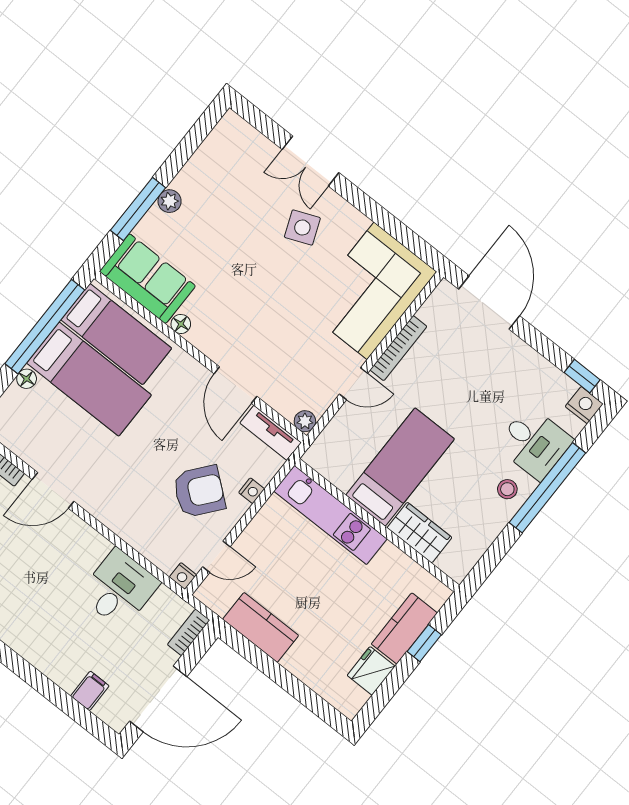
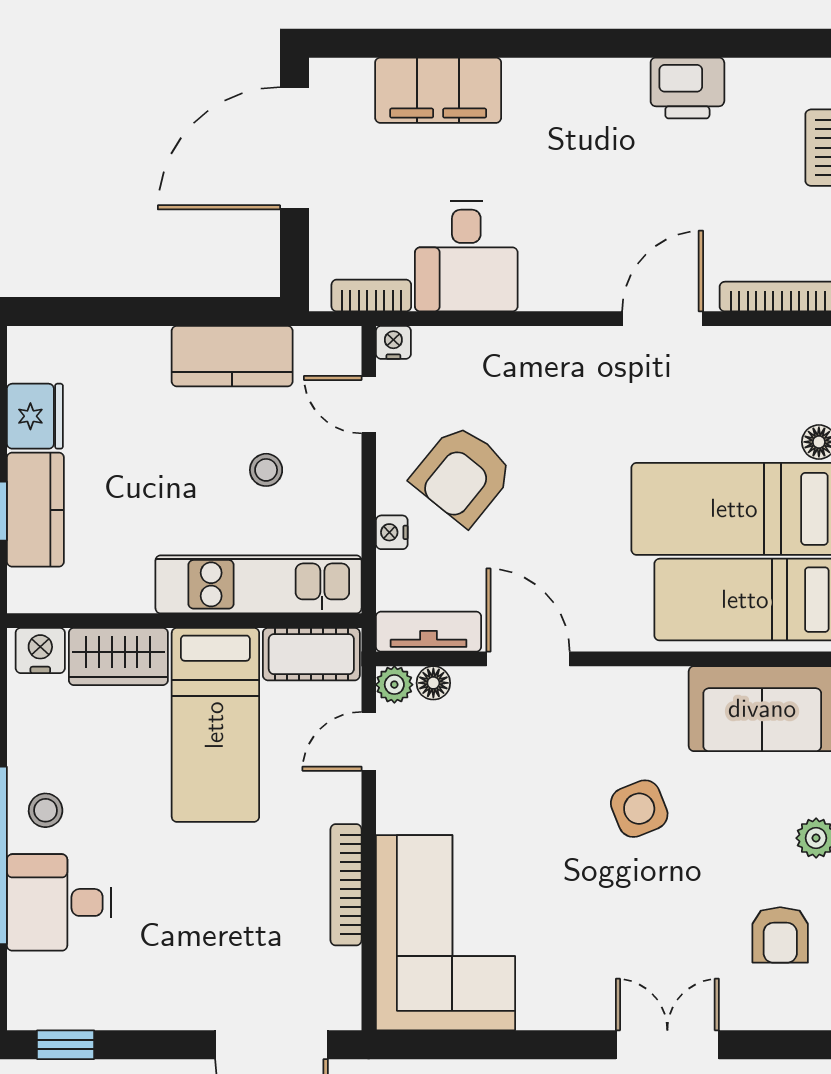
armchair: (220, 170) -> (780, 935), added
side table: (302, 228) -> (639, 809), moved
floor lamp: (181, 324) -> (433, 683), moved
door: (353, 384) -> (369, 741), moved
nightstand: (584, 405) -> (40, 650), moved, turned 180
cot: (332, 465) -> (311, 654), added
door: (216, 557) -> (369, 405), hinge flipped
stool: (286, 564) -> (266, 470), added
bookcase: (189, 632) -> (371, 296), moved, turned -90
filing cabinet: (90, 691) -> (438, 90), width x3.00, depth x1.17

